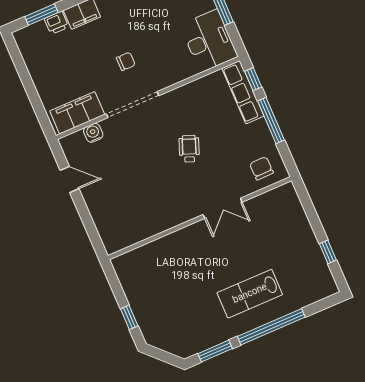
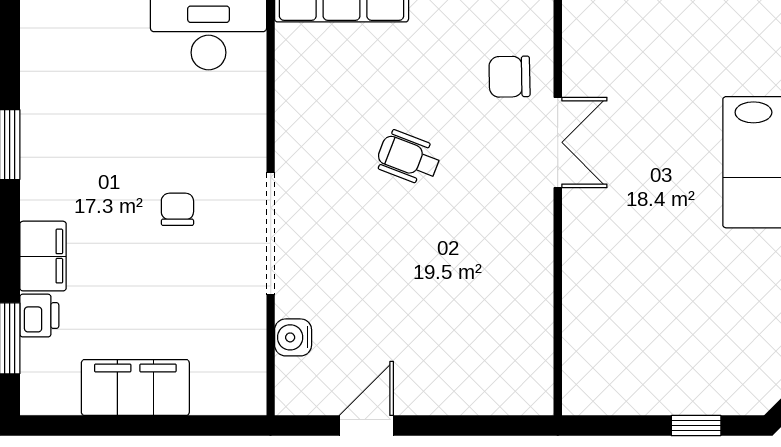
filing cabinet: (77, 113) -> (135, 388), moved, turned 90
chair: (261, 168) -> (509, 77), moved

